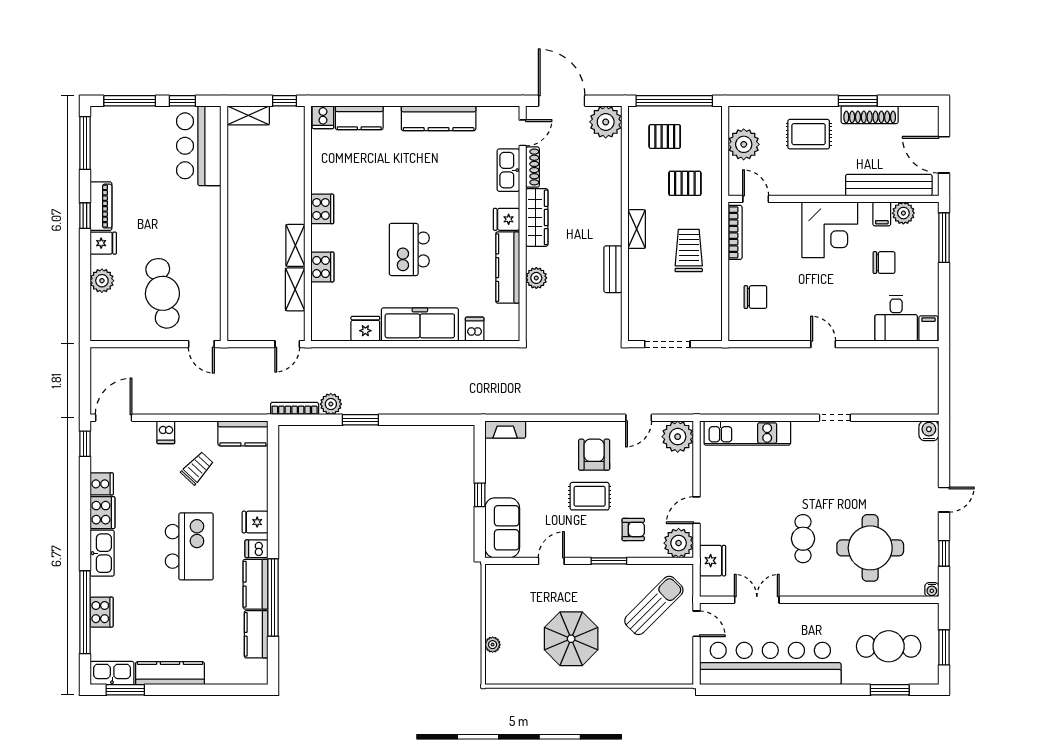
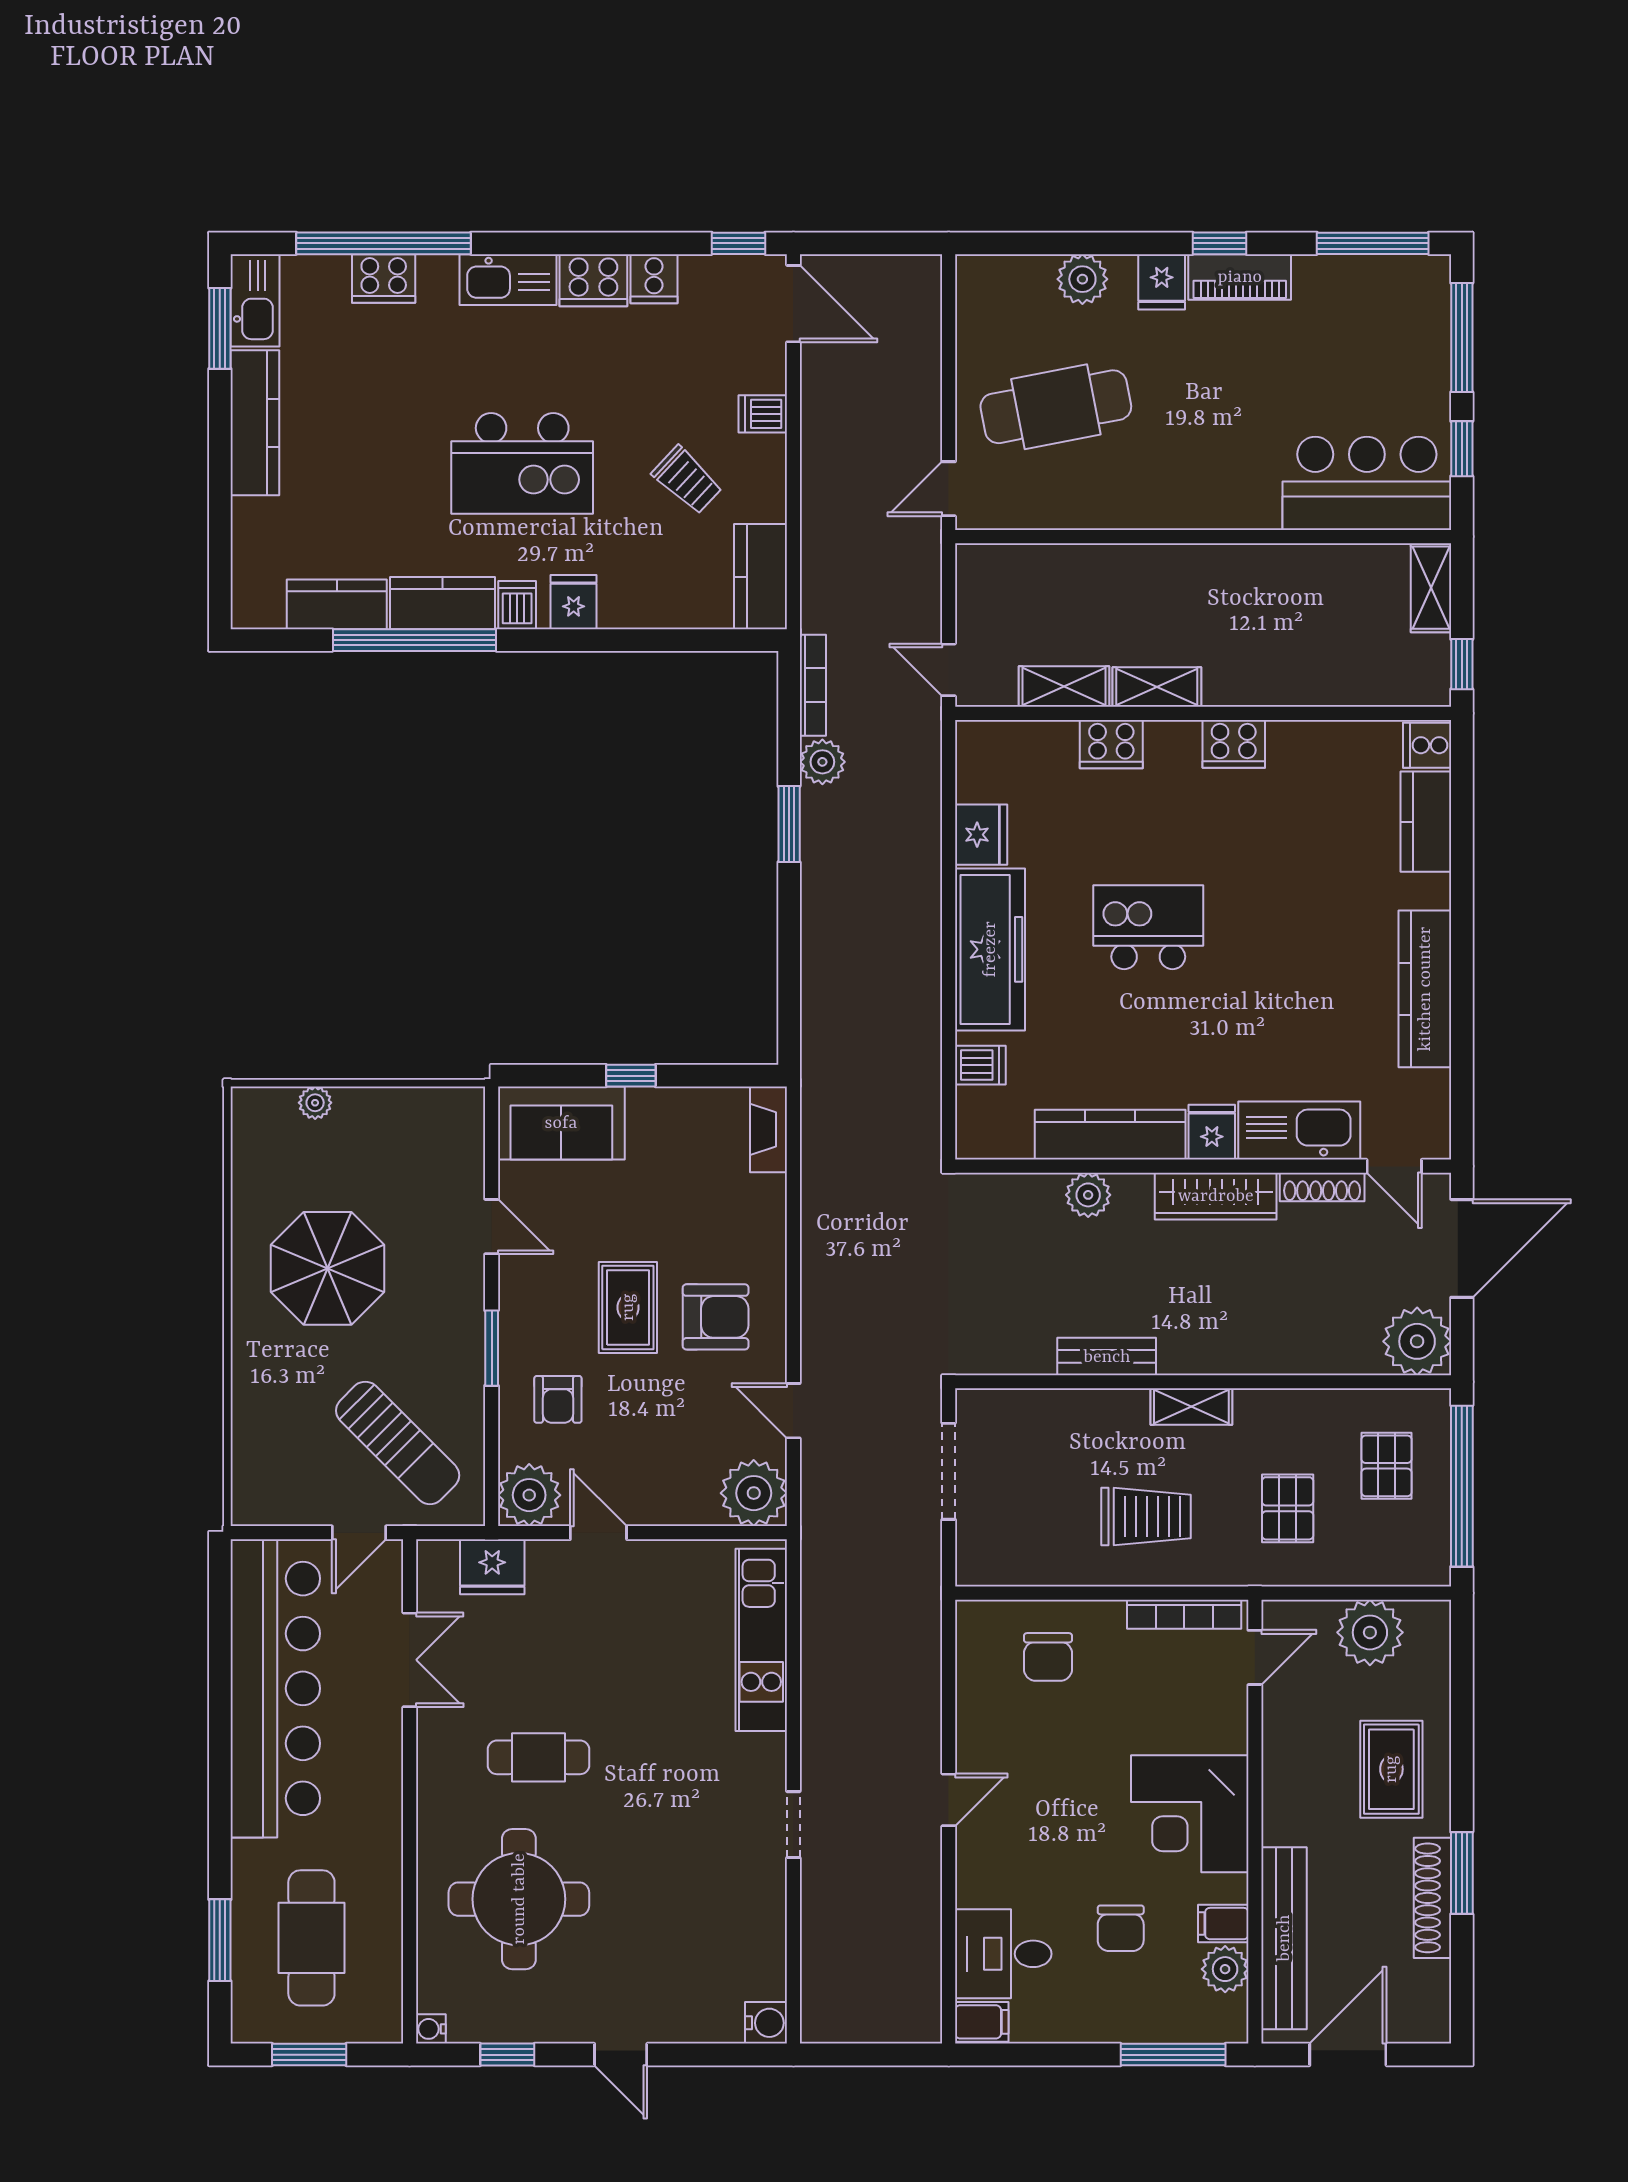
kitchen sink: (508, 170) -> (1299, 1130), width x1.36, depth x1.24

